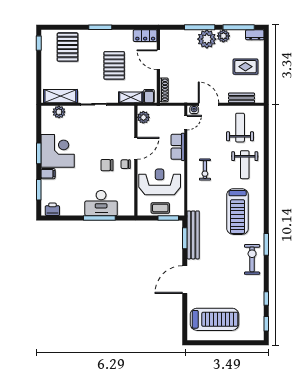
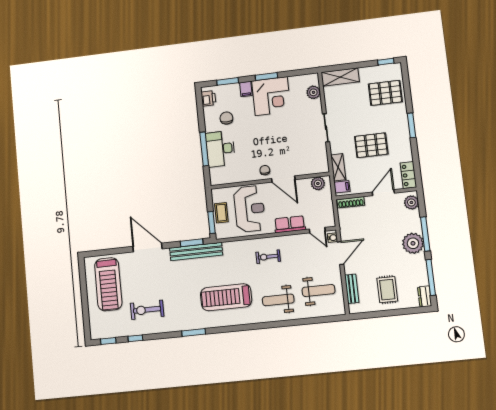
plant: (223, 36) -> (411, 202), moved
shelving: (60, 96) -> (340, 77), moved, turned 90
chair: (107, 165) -> (226, 118), moved
exercise bike: (252, 259) -> (147, 310), moved, turned 180

